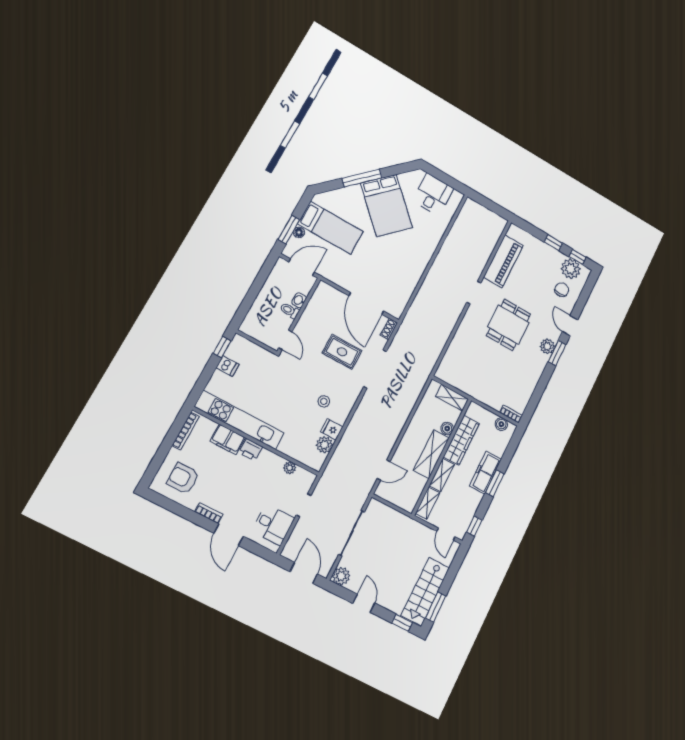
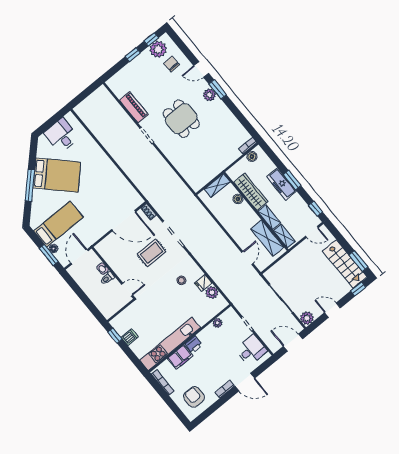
piano: (503, 261) -> (134, 107), width x0.73, depth x0.75
shelving: (431, 454) -> (267, 238), moved
armchair: (183, 478) -> (194, 397), turned 90

